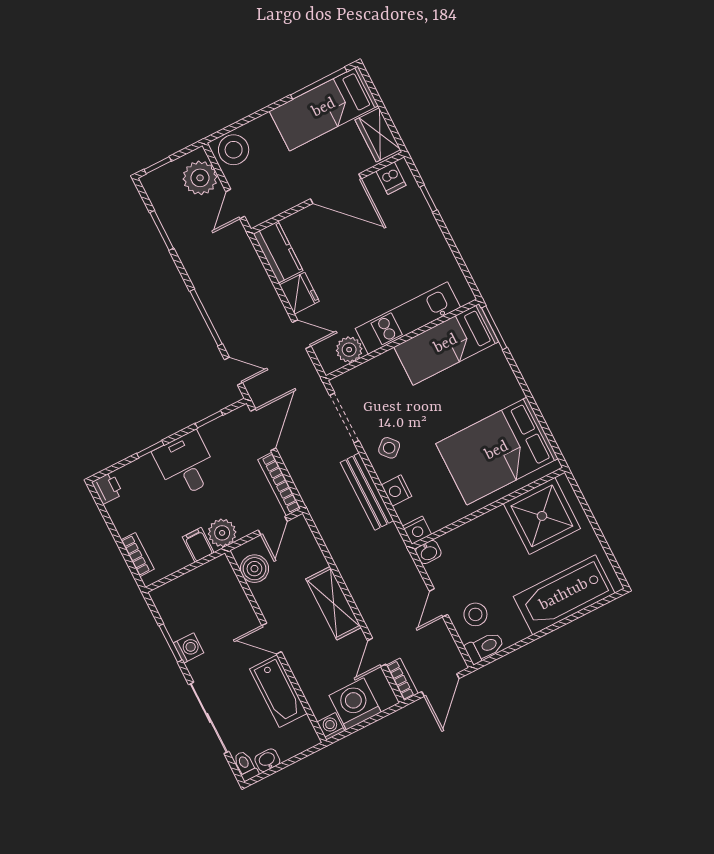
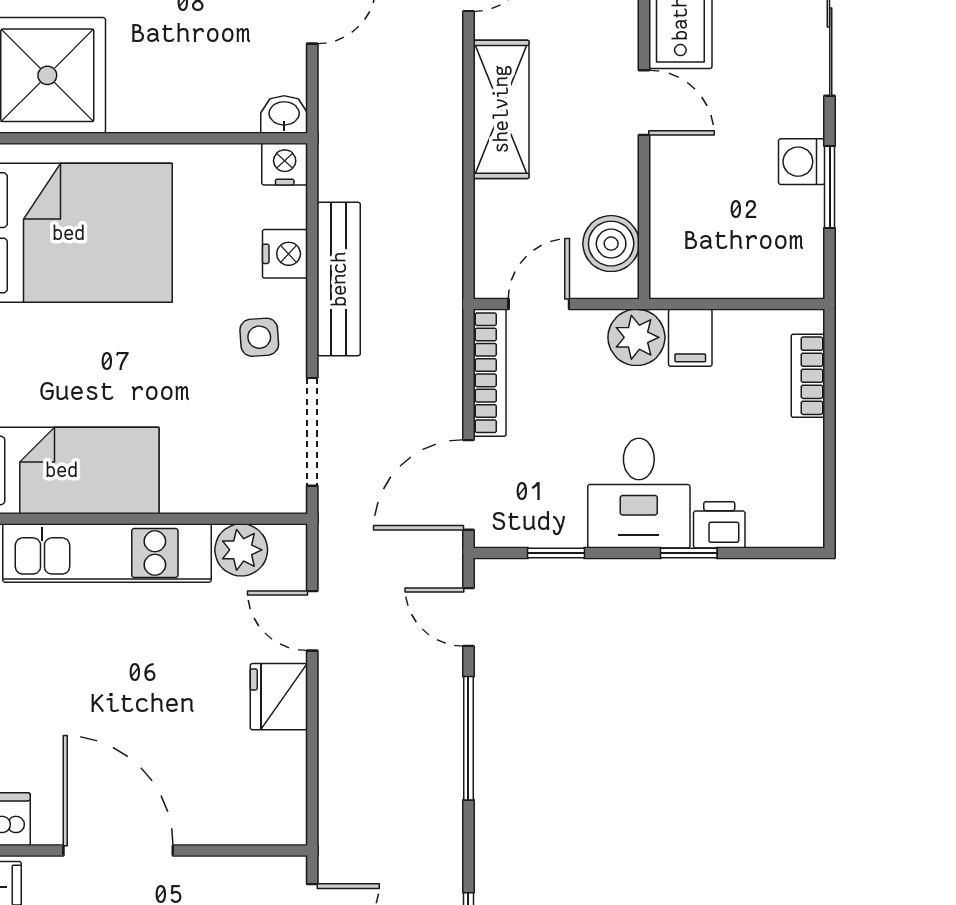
kitchen counter: (278, 252) -> (279, 790), removed
side table: (389, 448) -> (259, 337), turned 38
printer: (107, 488) -> (719, 525), moved, turned 90

